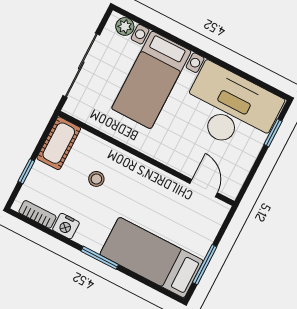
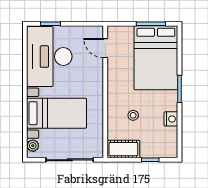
door: (204, 188) -> (105, 48), hinge flipped
bookcase: (37, 214) -> (173, 140), removed
bed: (152, 258) -> (156, 58), width x1.50

